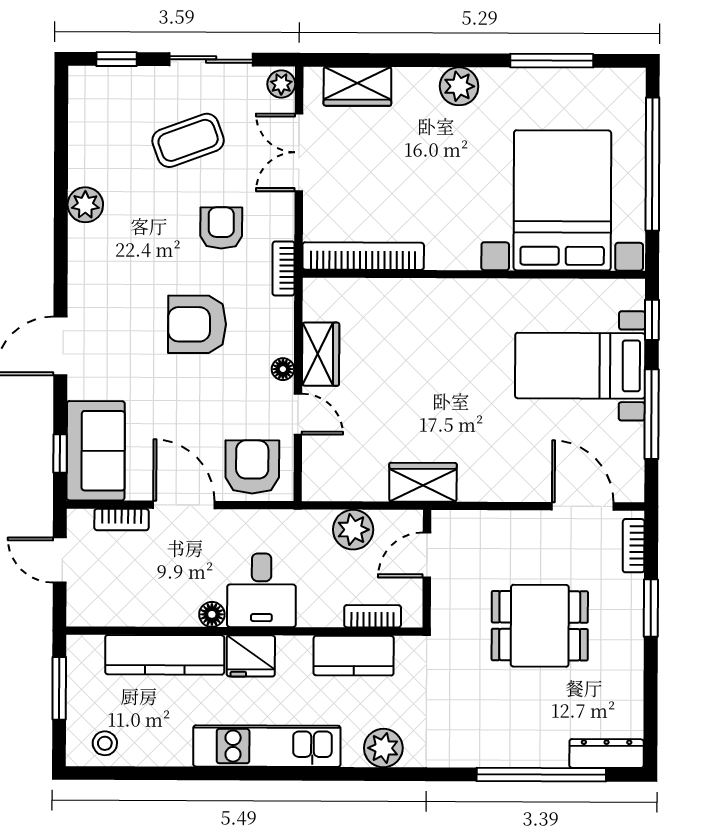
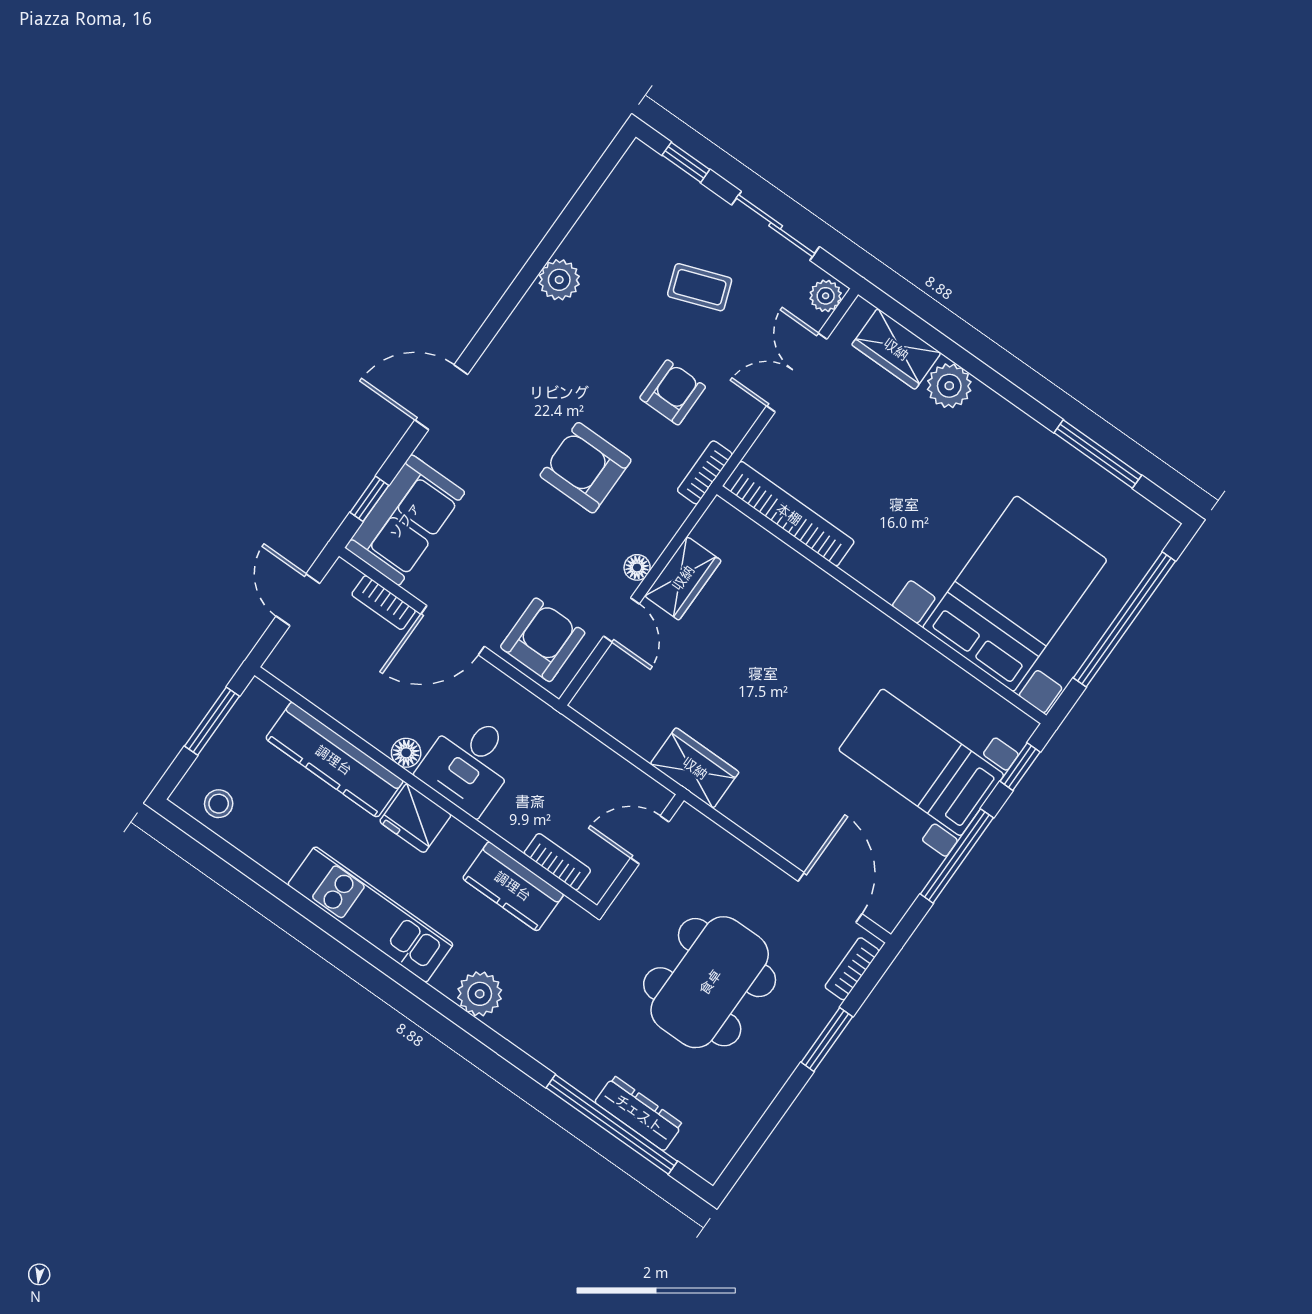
plant: (459, 86) -> (949, 386), moved
coffee table: (188, 140) -> (700, 287), width x0.73, depth x0.77
door: (184, 505) -> (453, 630), swing flipped
plant: (353, 530) -> (597, 767), removed
dining table: (540, 626) -> (710, 982), width x1.38
dresser: (607, 754) -> (639, 1113), moved

